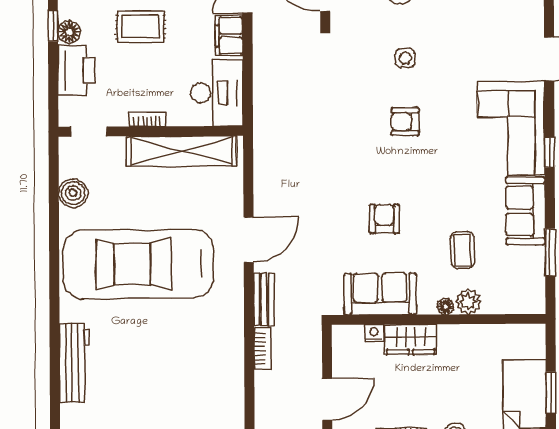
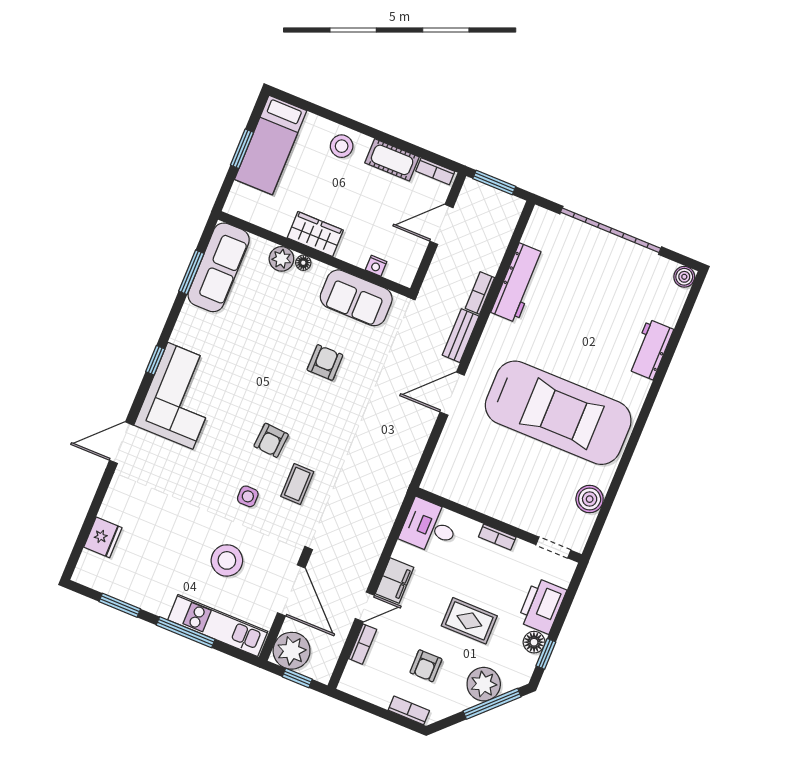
desk: (217, 93) -> (430, 527), width x0.73
armchair: (405, 122) -> (271, 440), turned 94
shelving: (182, 151) -> (479, 496), removed
sofa: (525, 211) -> (219, 267), moved, width x1.36
armchair: (384, 219) -> (325, 362), turned 180
coffee table: (462, 250) -> (297, 484), moved
wardrobe: (411, 339) -> (315, 234), moved
workbench: (74, 363) -> (650, 349), width x0.73
workbench: (230, 374) -> (518, 283), added

